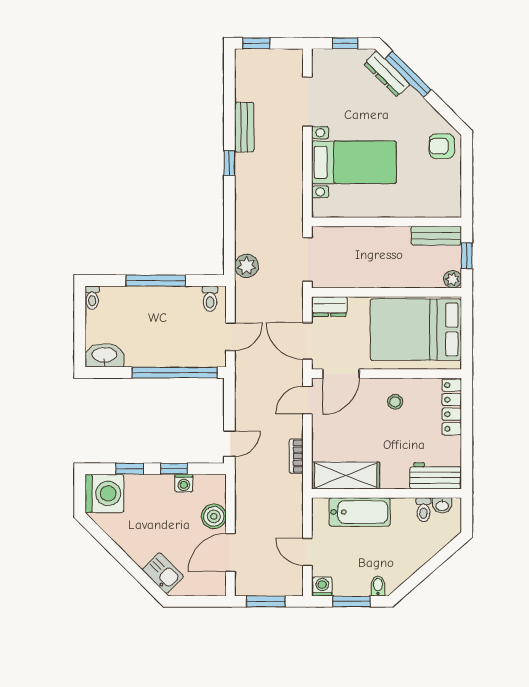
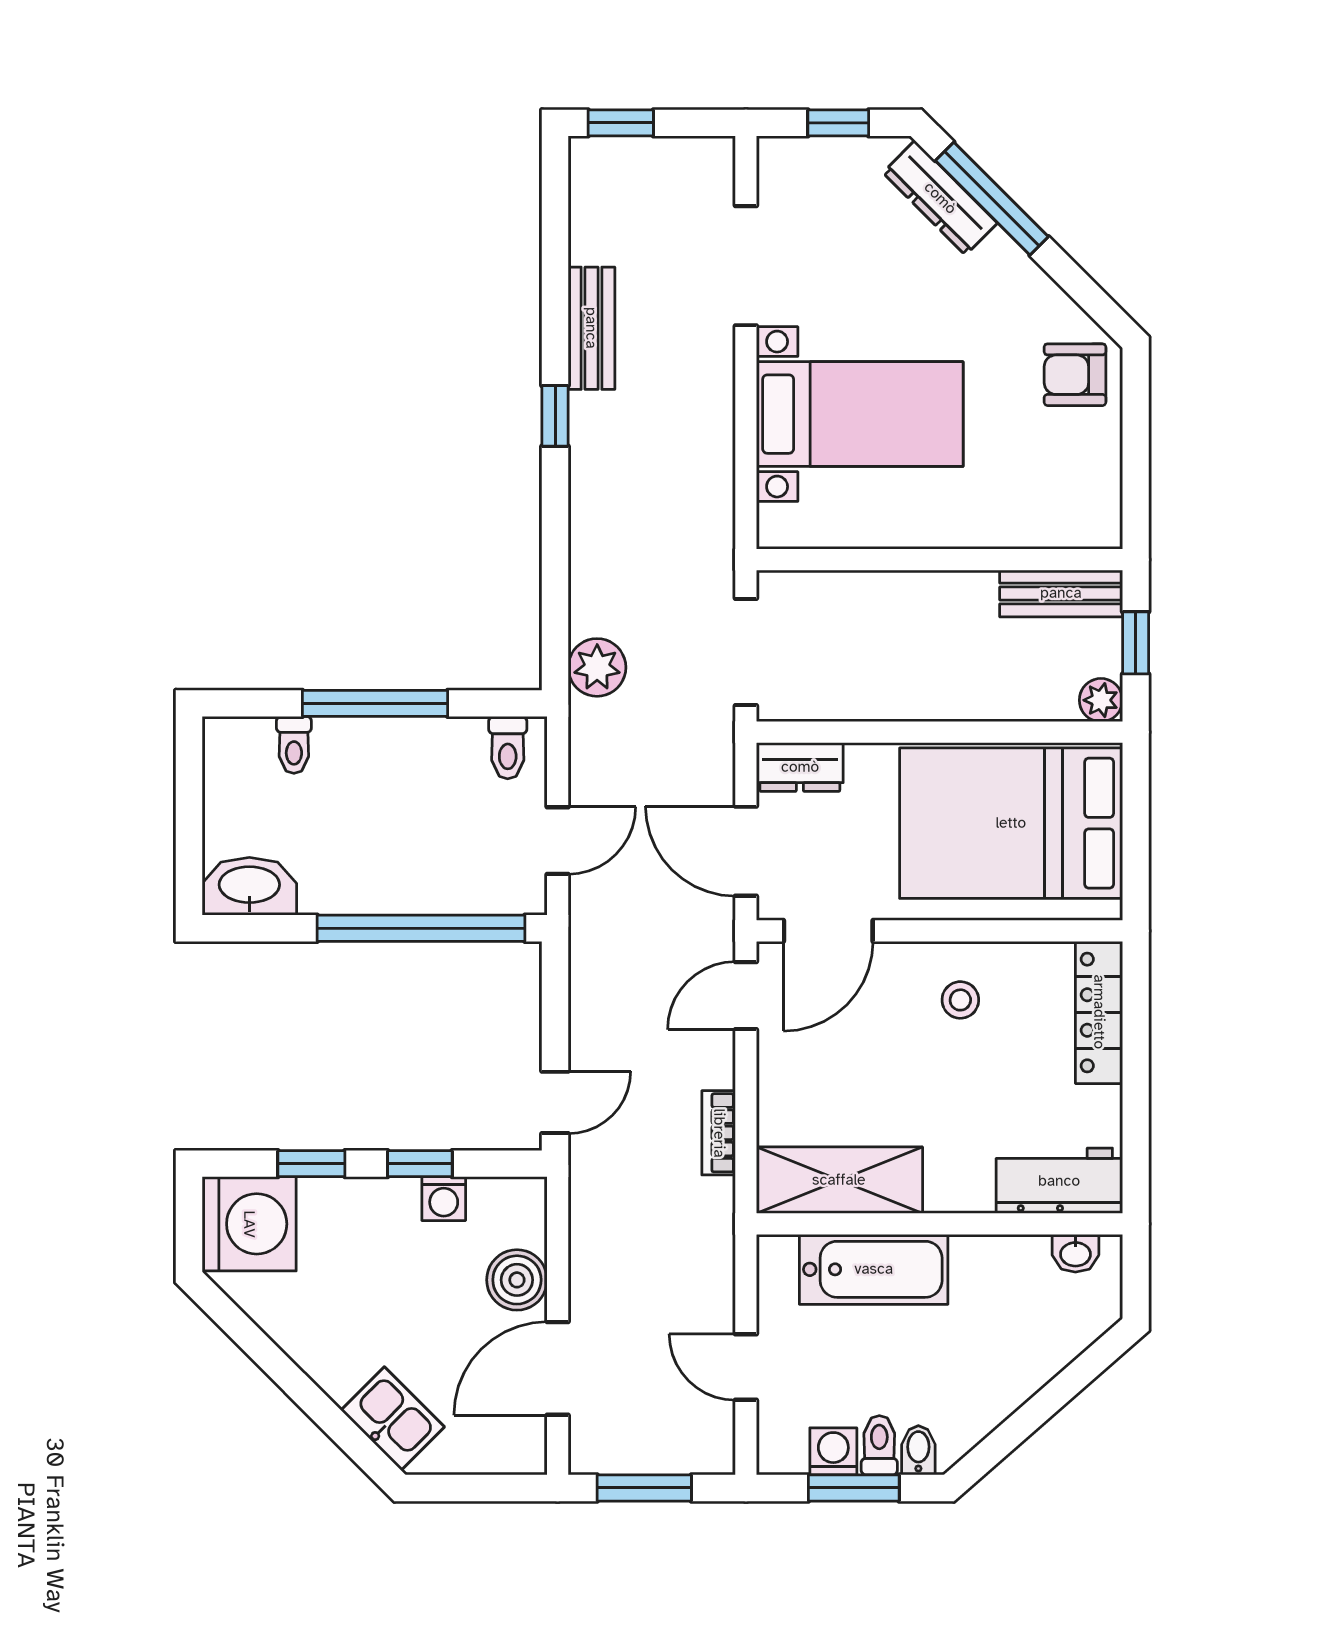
toilet: (92, 298) -> (294, 745), moved
toilet: (423, 510) -> (879, 1445), moved, turned 180
washing machine: (322, 586) -> (833, 1451), moved

